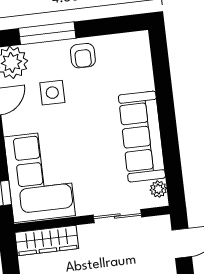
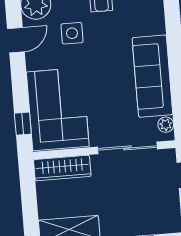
sliding door: (117, 216) -> (127, 148), width x1.37

